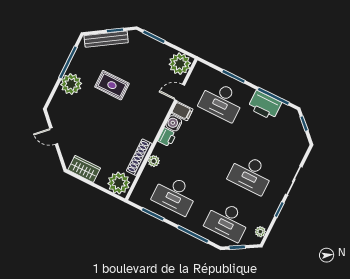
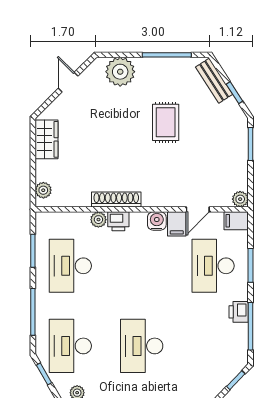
bench: (106, 39) -> (214, 81), width x0.73
plant: (180, 64) -> (240, 199), width x0.53, depth x0.53
filing cabinet: (200, 71) -> (236, 221), added
plant: (71, 84) -> (120, 72), moved
door: (180, 93) -> (198, 209), swing flipped
printer: (265, 105) -> (239, 312), width x0.53, depth x0.68
printer: (167, 137) -> (118, 221), moved
shoe rack: (139, 157) -> (116, 200), moved
plant: (119, 183) -> (43, 190), width x0.53, depth x0.53

